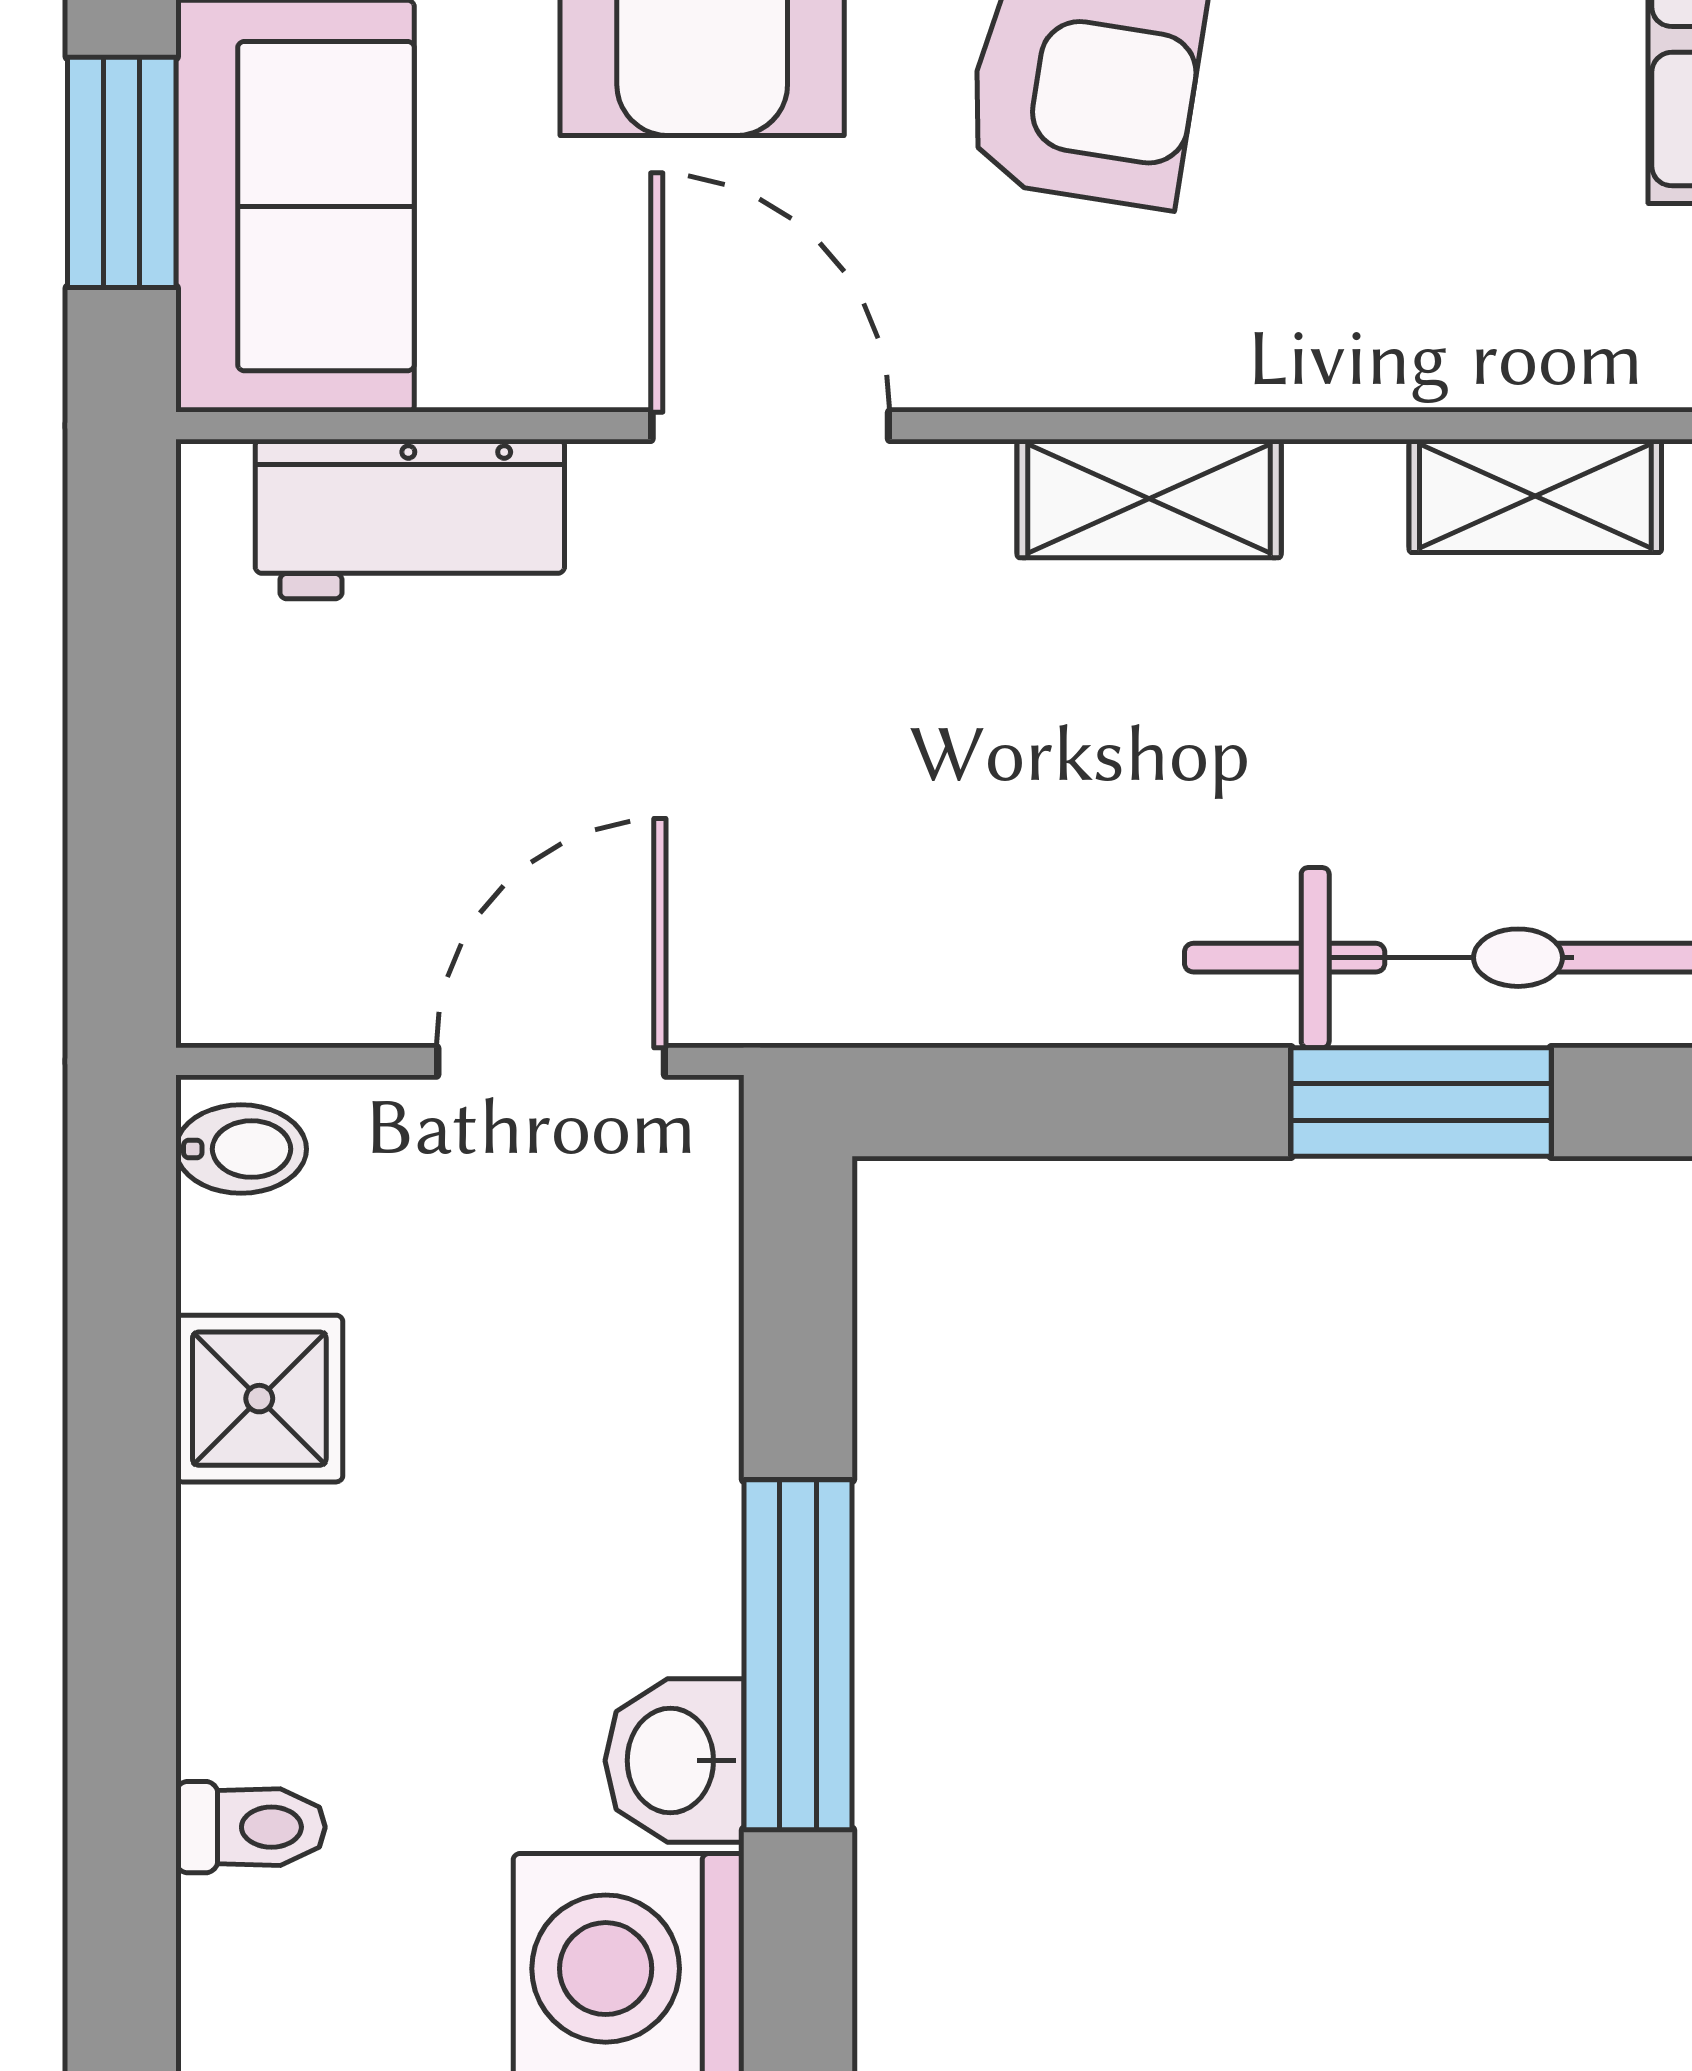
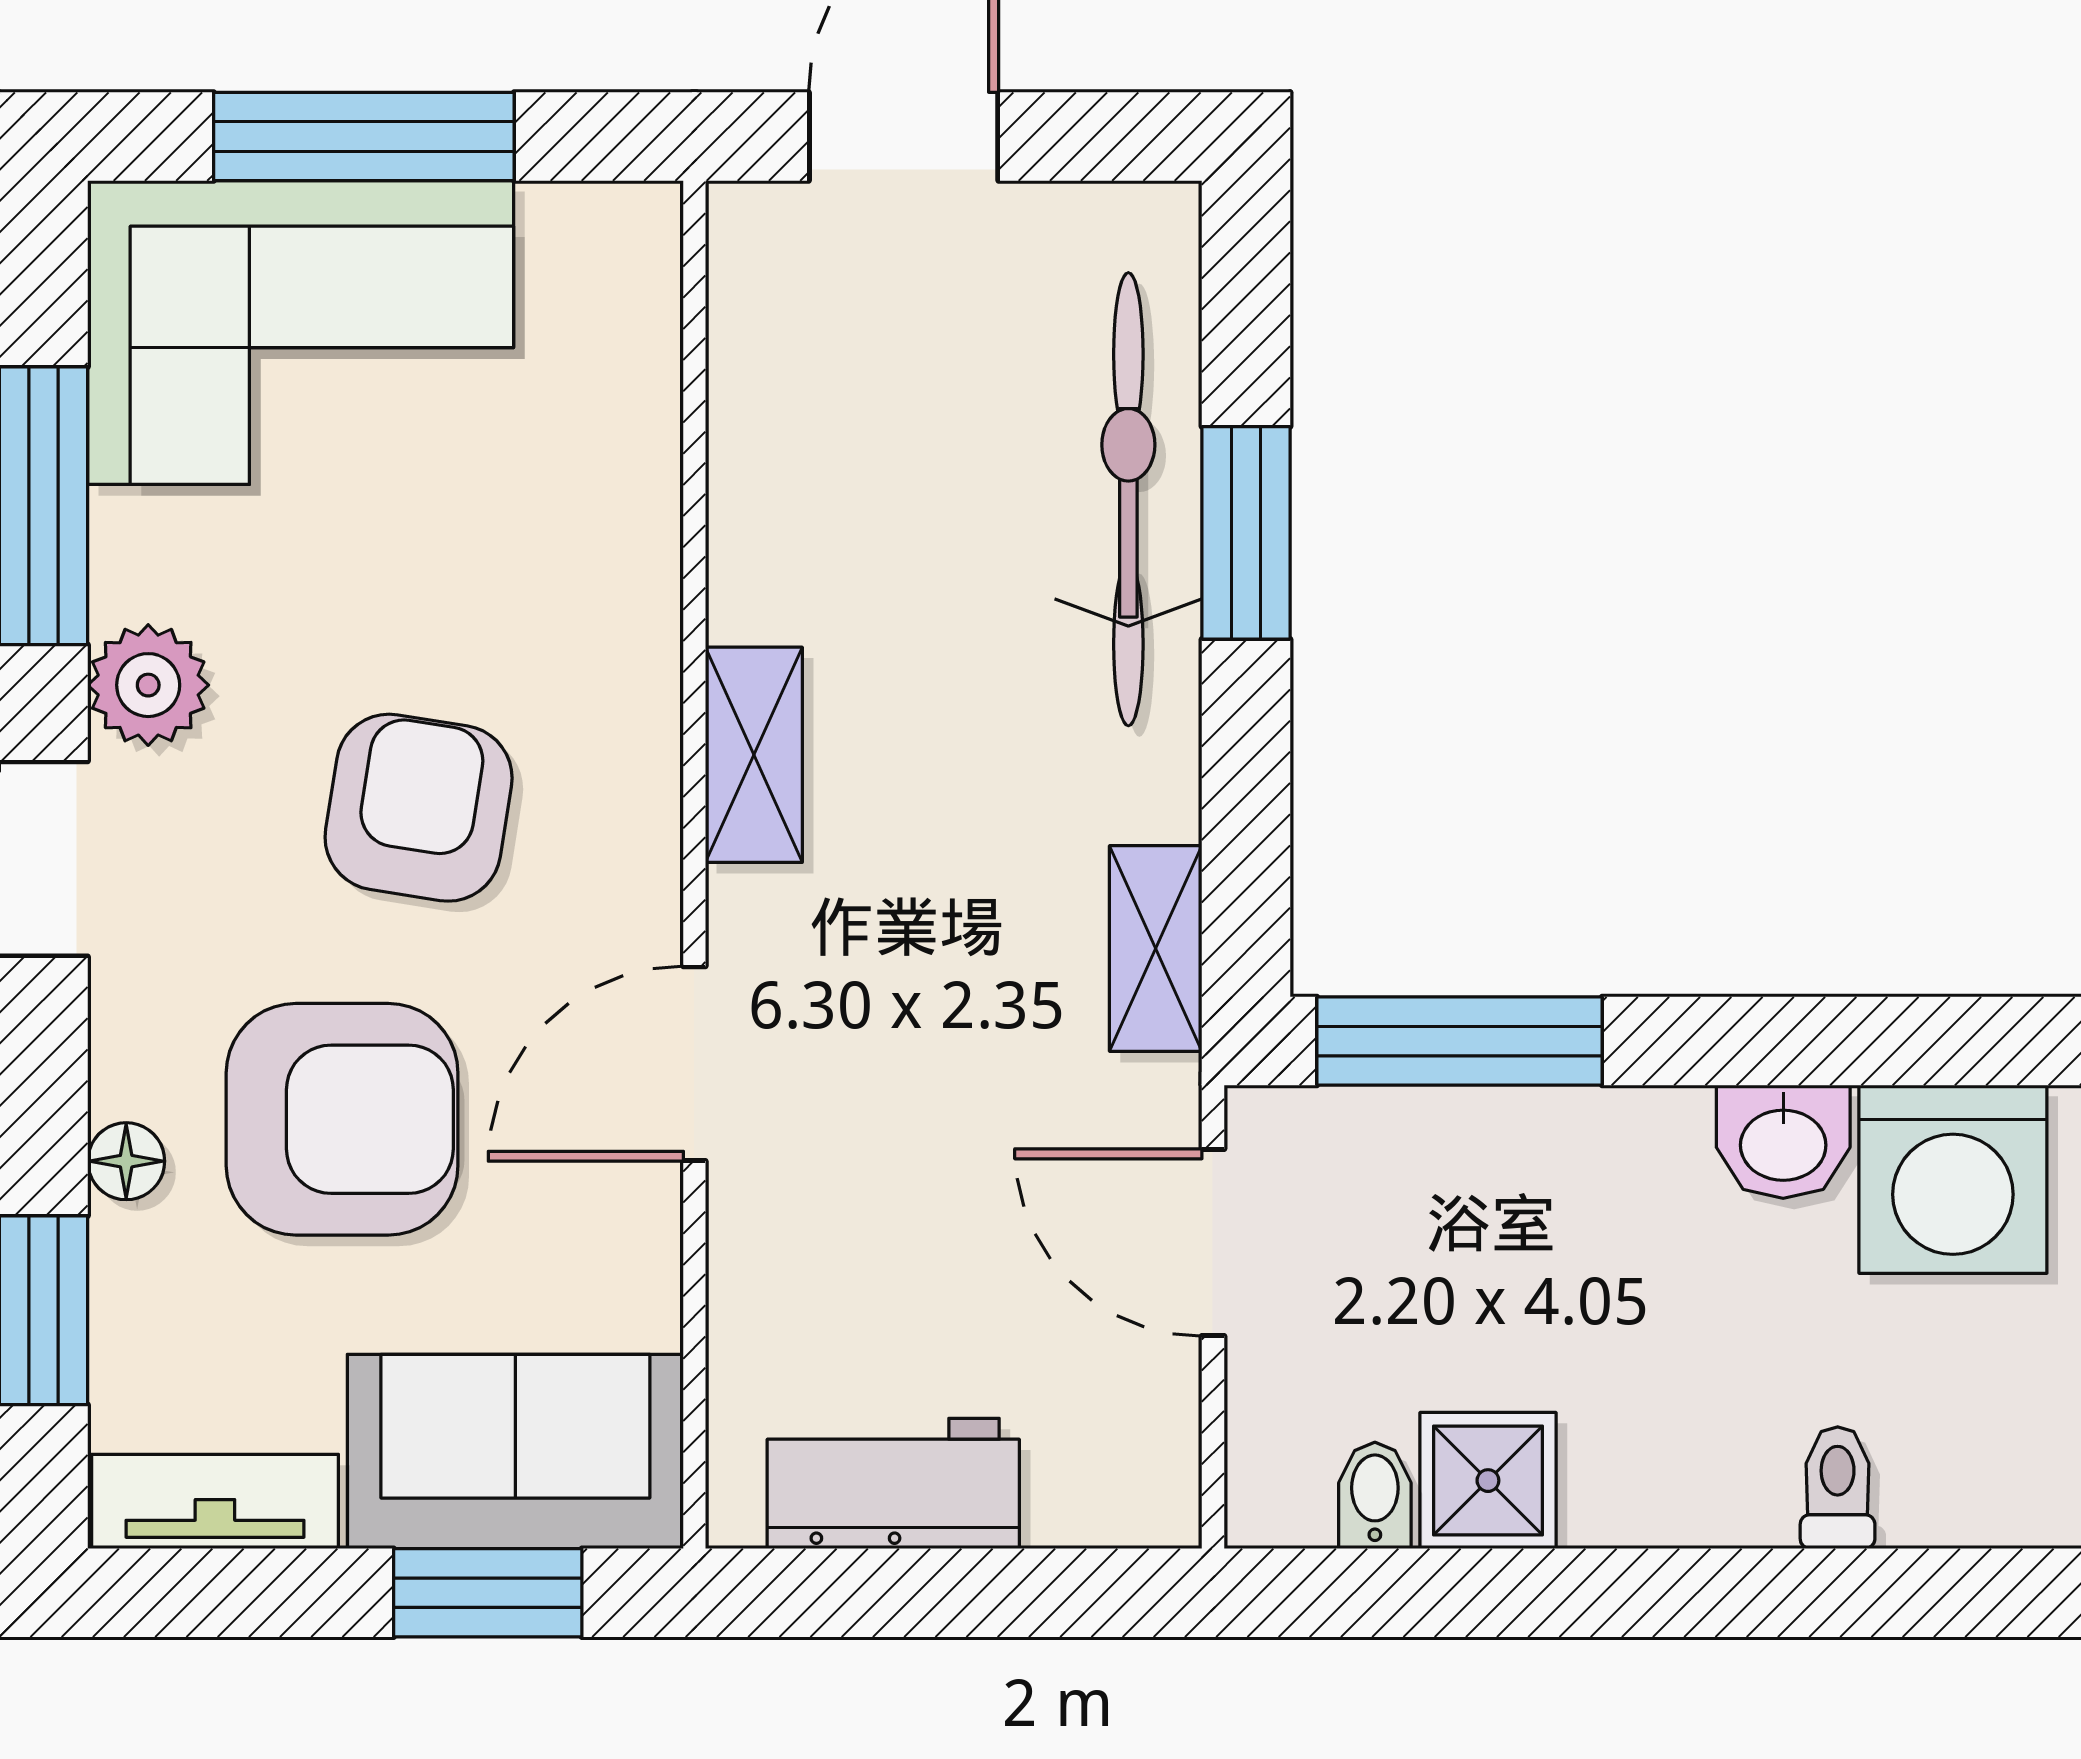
shelving: (1535, 496) -> (1156, 949), moved
workbench: (410, 519) -> (893, 1483), moved, turned -90
bidet: (241, 1149) -> (1375, 1495), moved
window: (798, 1655) -> (1460, 1041), moved

